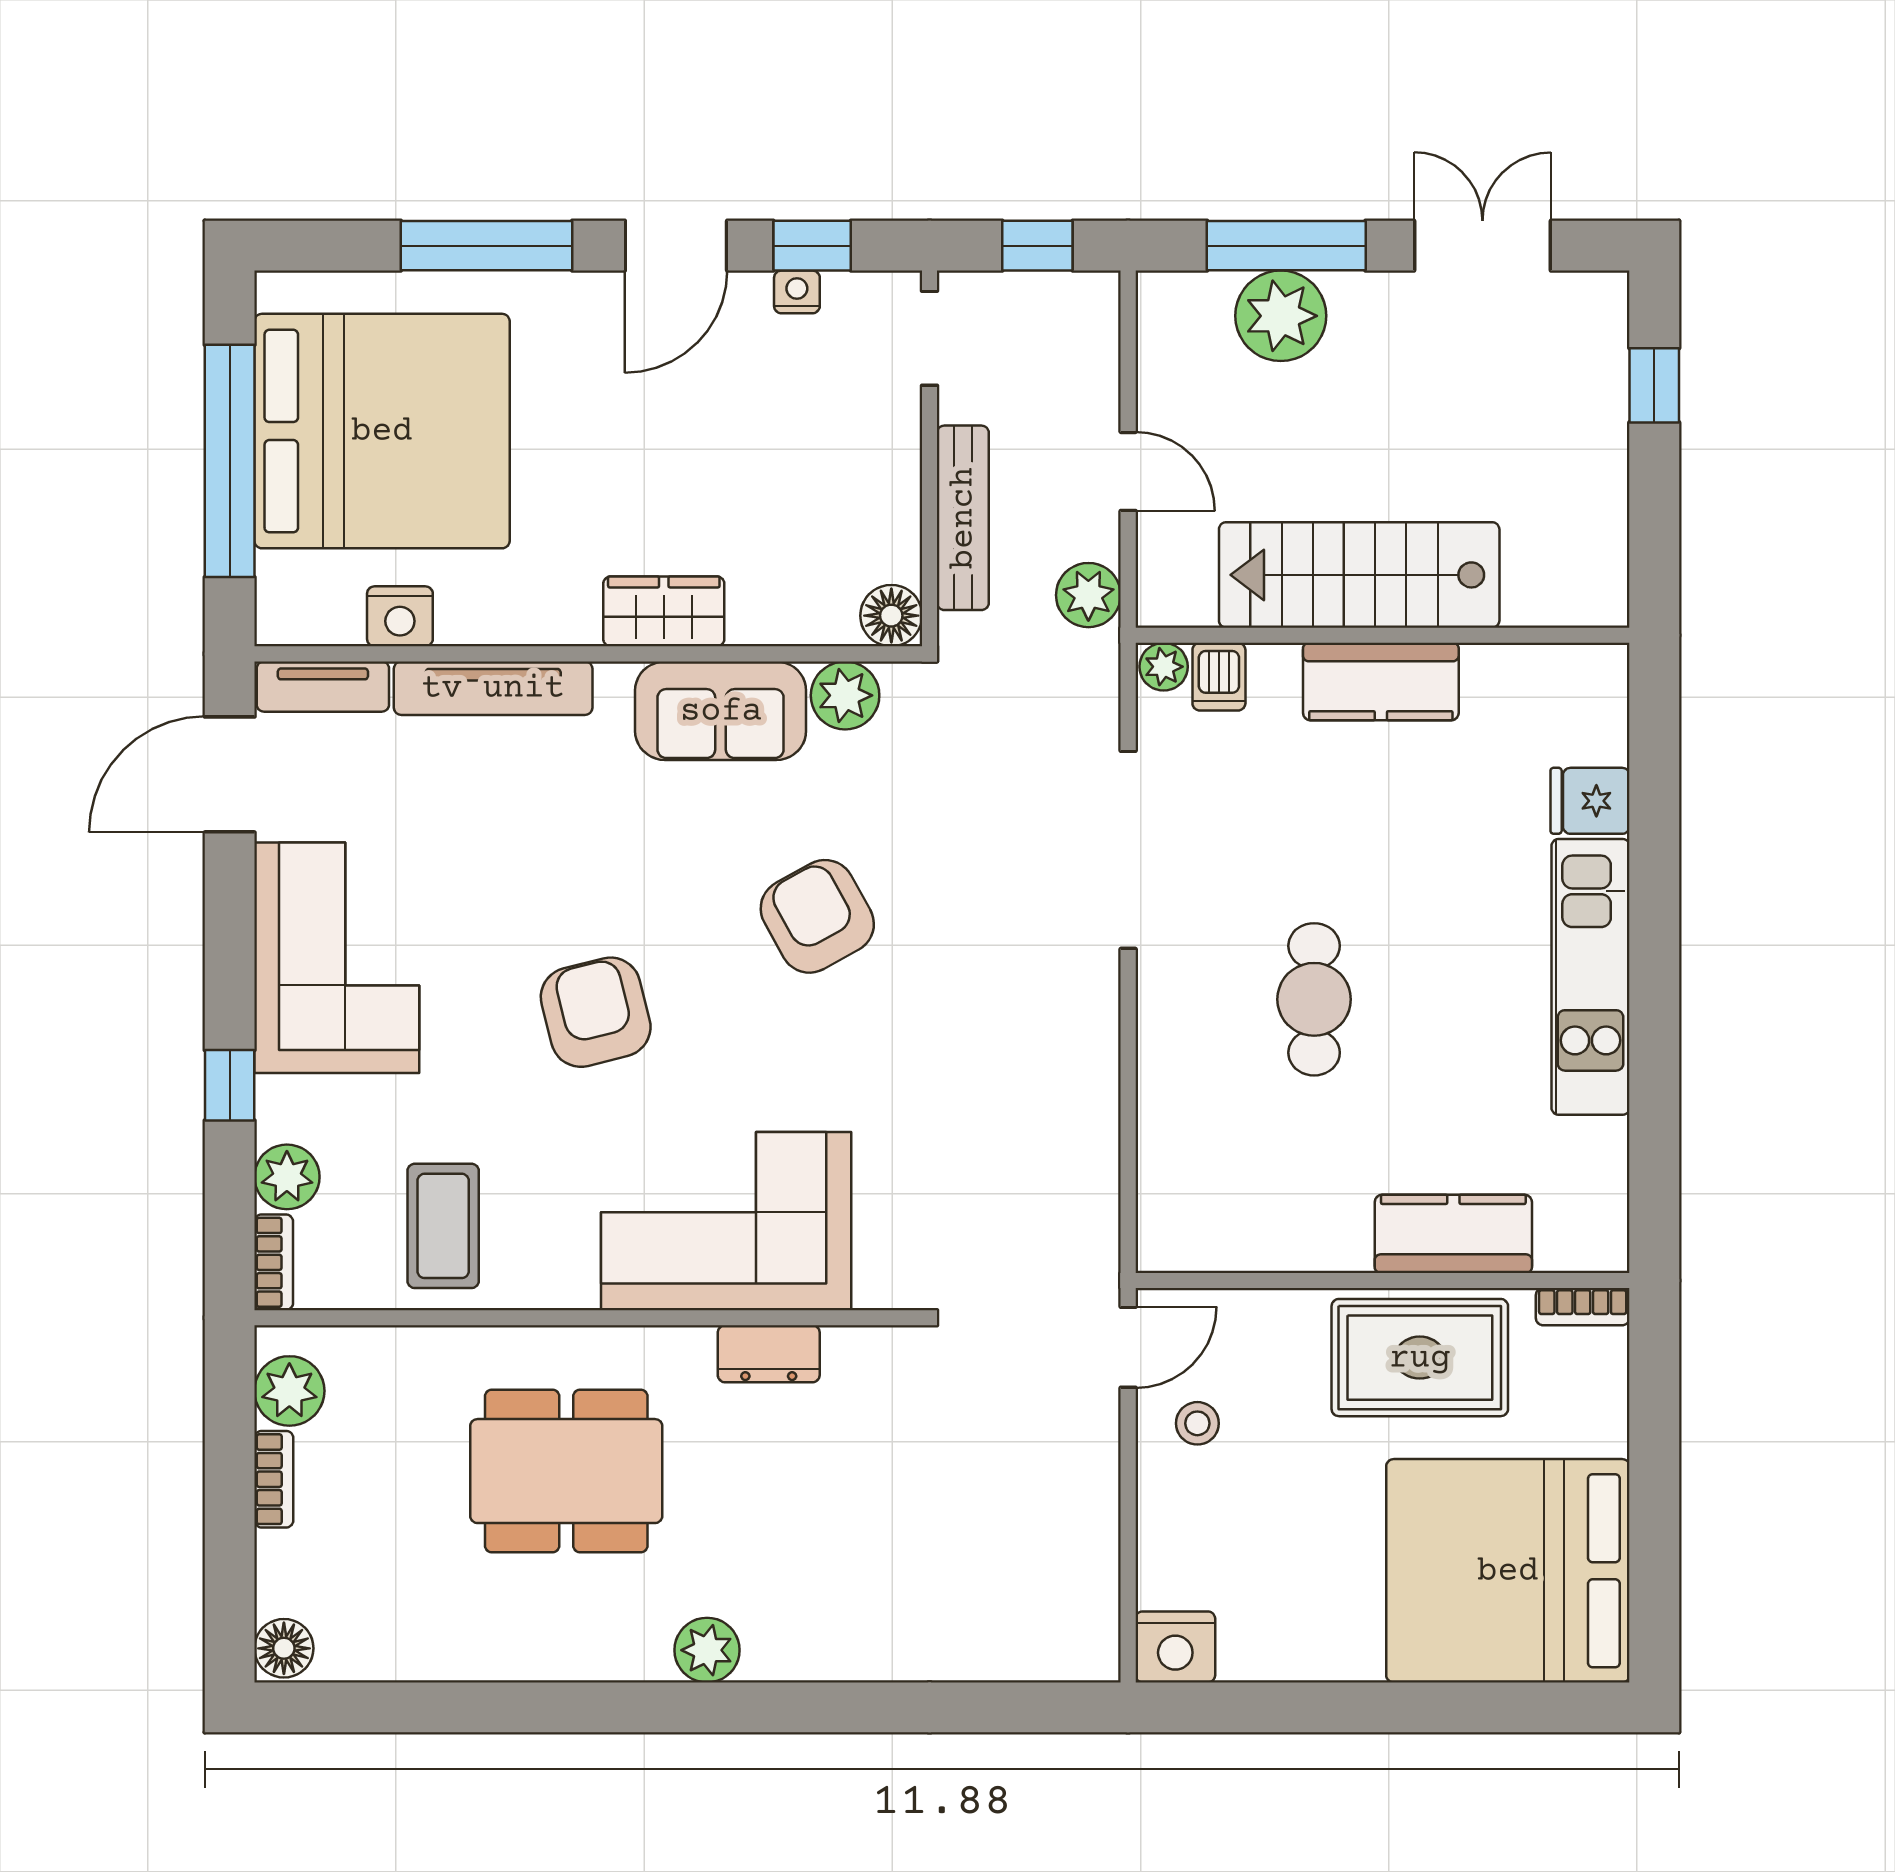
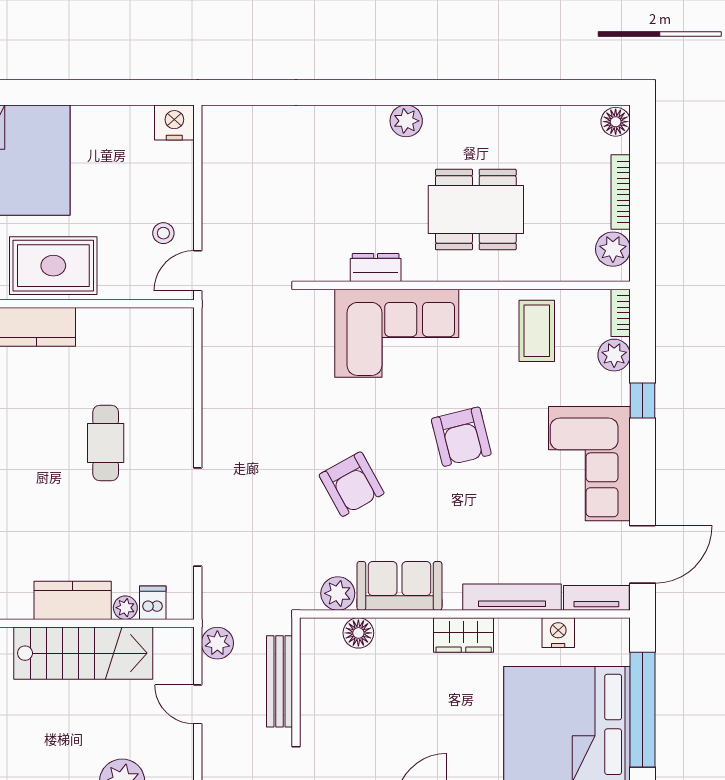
wardrobe: (664, 611) -> (464, 635), moved
floor lamp: (891, 616) -> (358, 633), moved
plant: (1164, 667) -> (125, 608), moved
bookcase: (274, 1479) -> (621, 192), width x1.56

